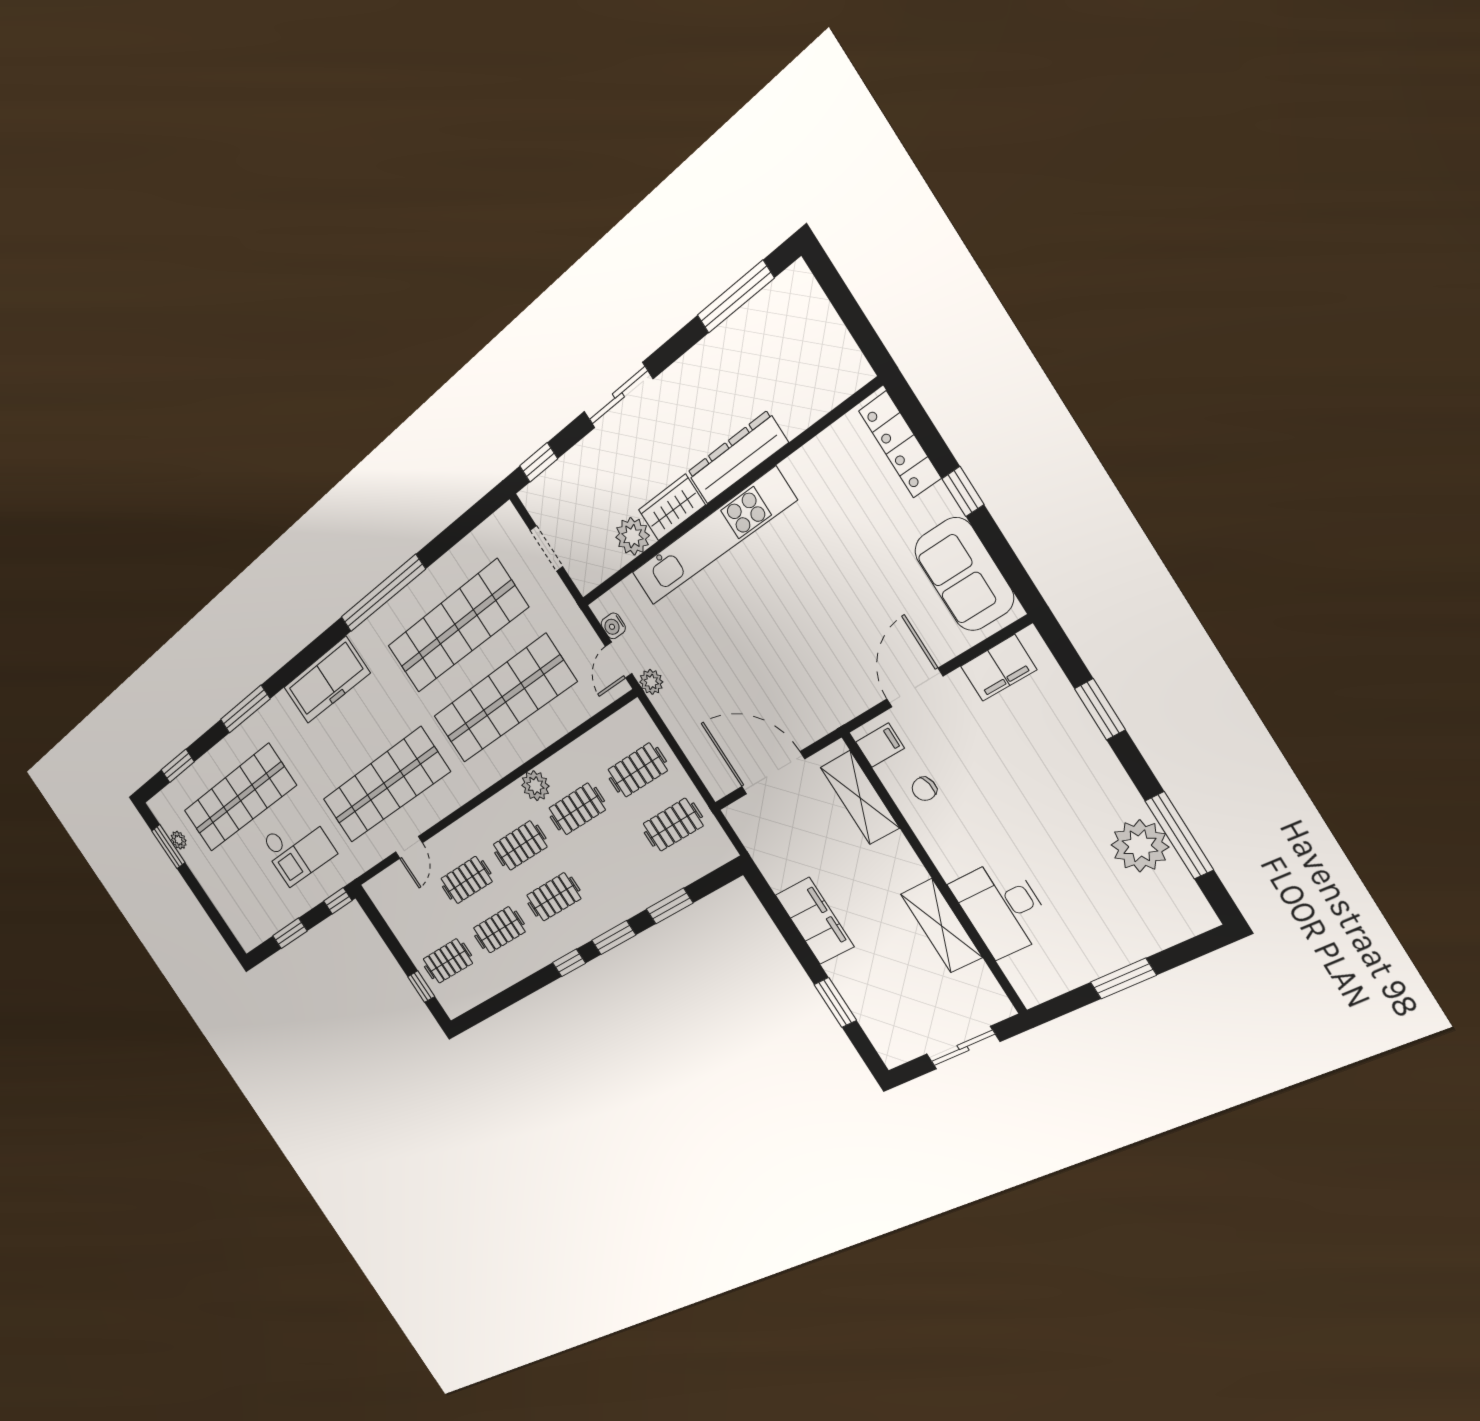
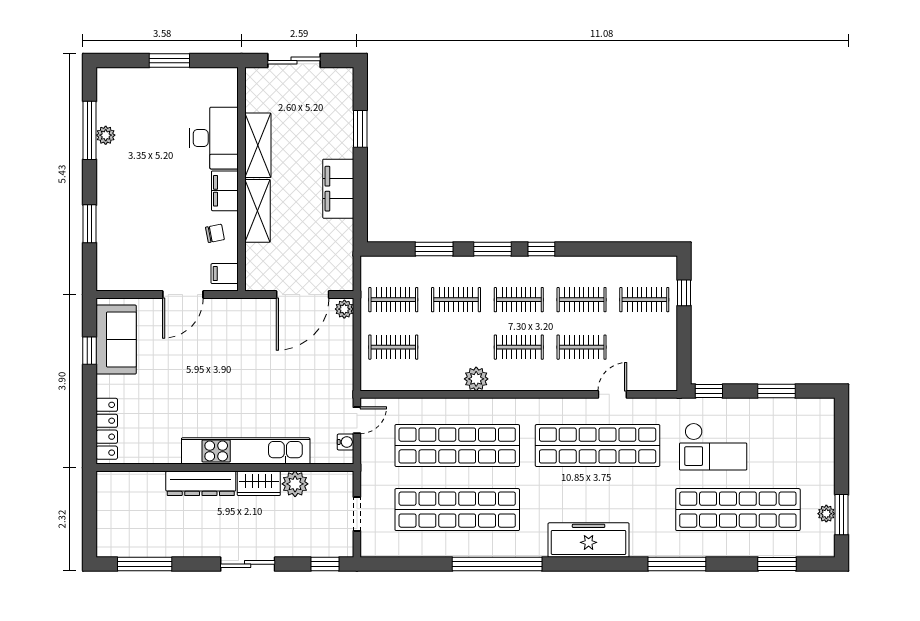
window: (963, 492) -> (90, 351), moved
filing cabinet: (999, 668) -> (225, 191), moved, turned -90
plant: (651, 682) -> (344, 309), moved
door: (773, 773) -> (303, 295), hinge flipped
shelving: (860, 798) -> (257, 211), moved
clothes rail: (577, 809) -> (456, 300), moved
plant: (1140, 846) -> (106, 135), width x0.53, depth x0.53
checkout: (298, 848) -> (713, 447), turned 180

